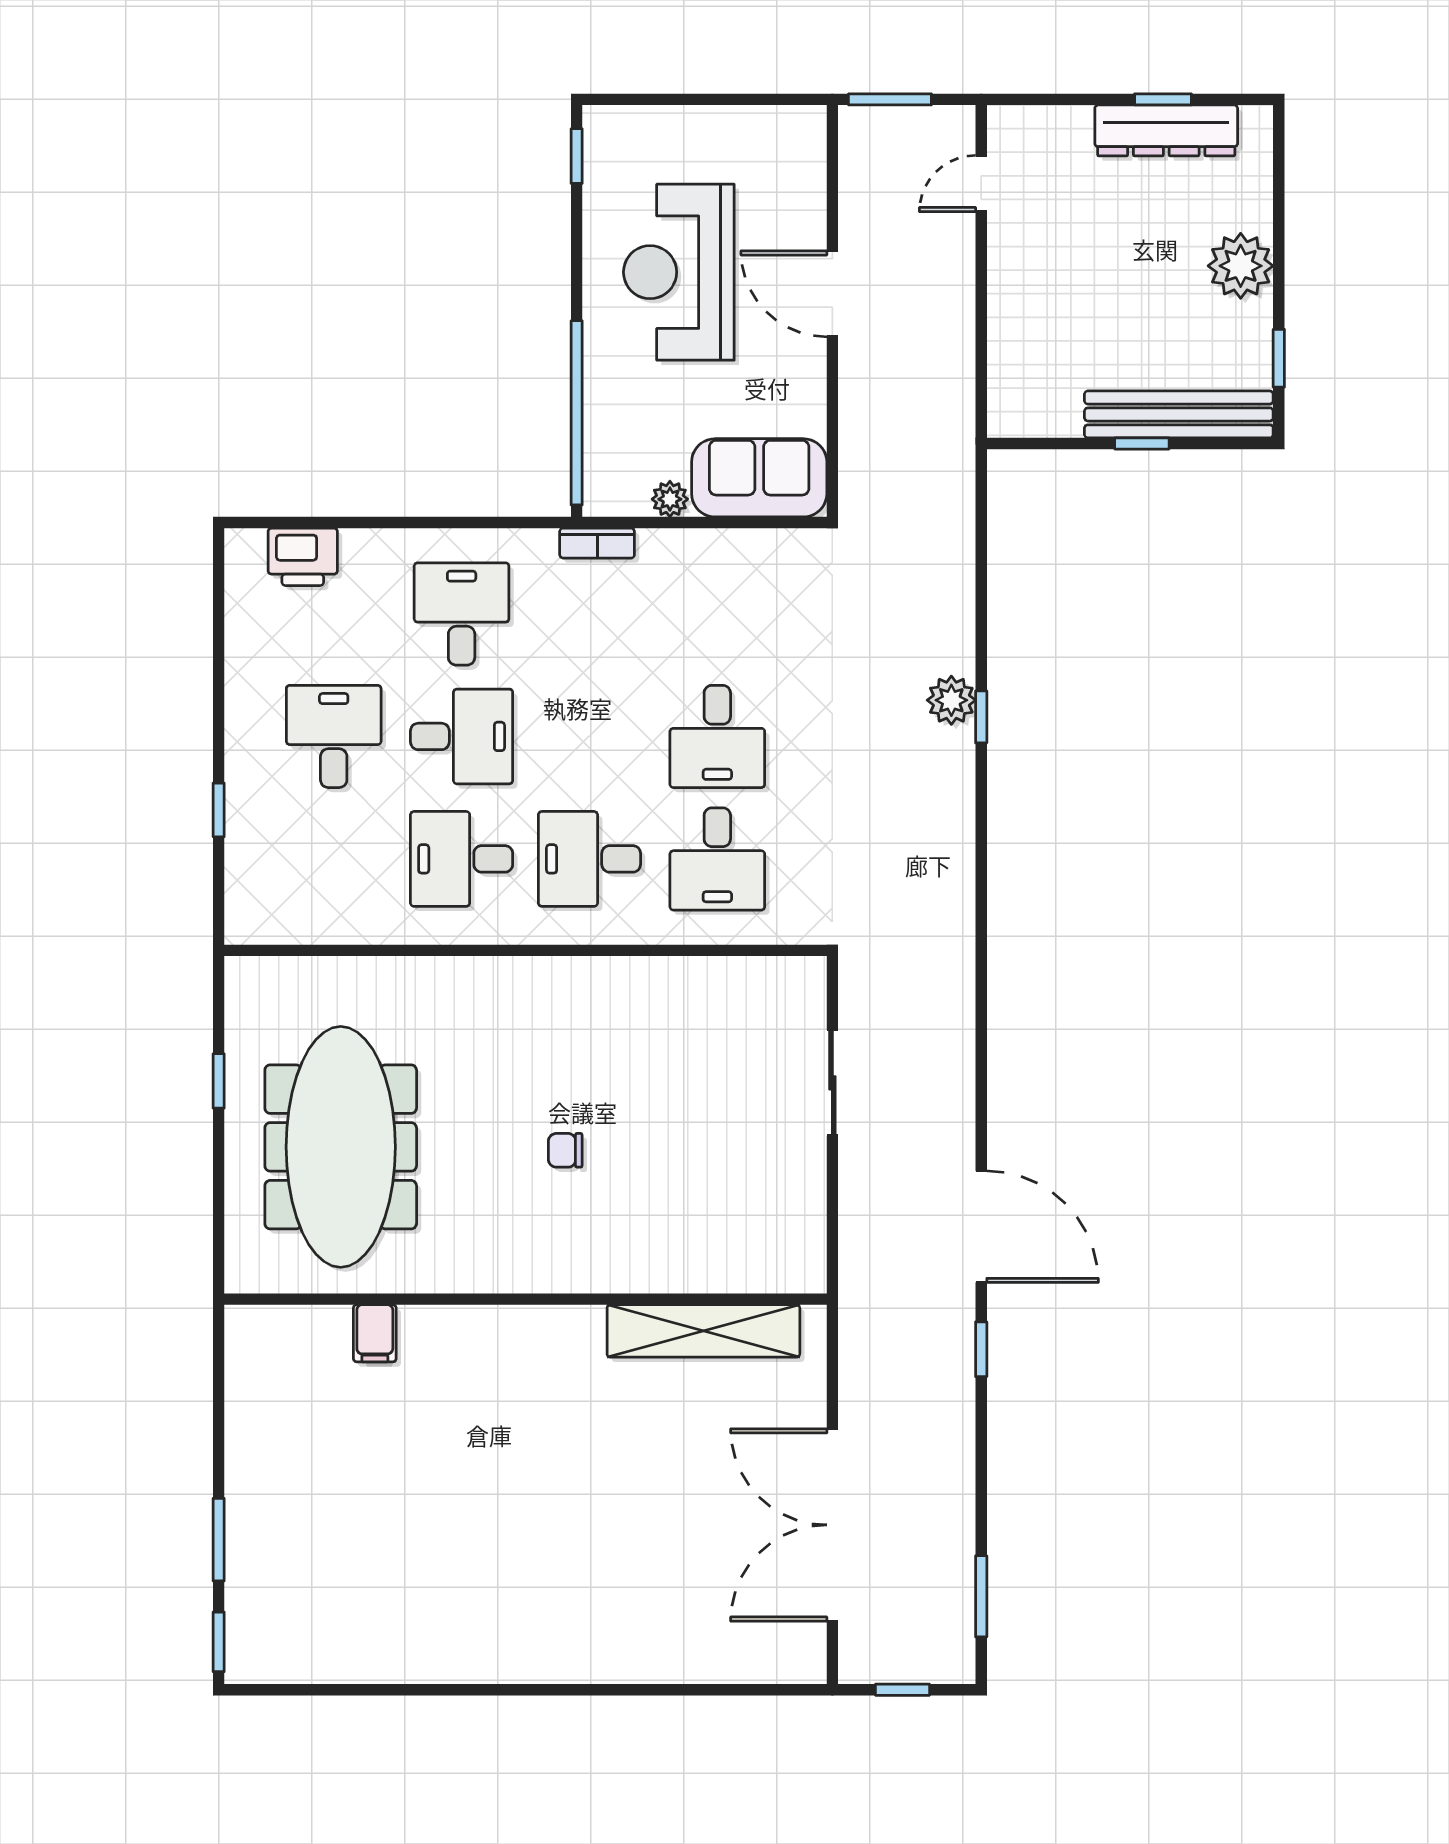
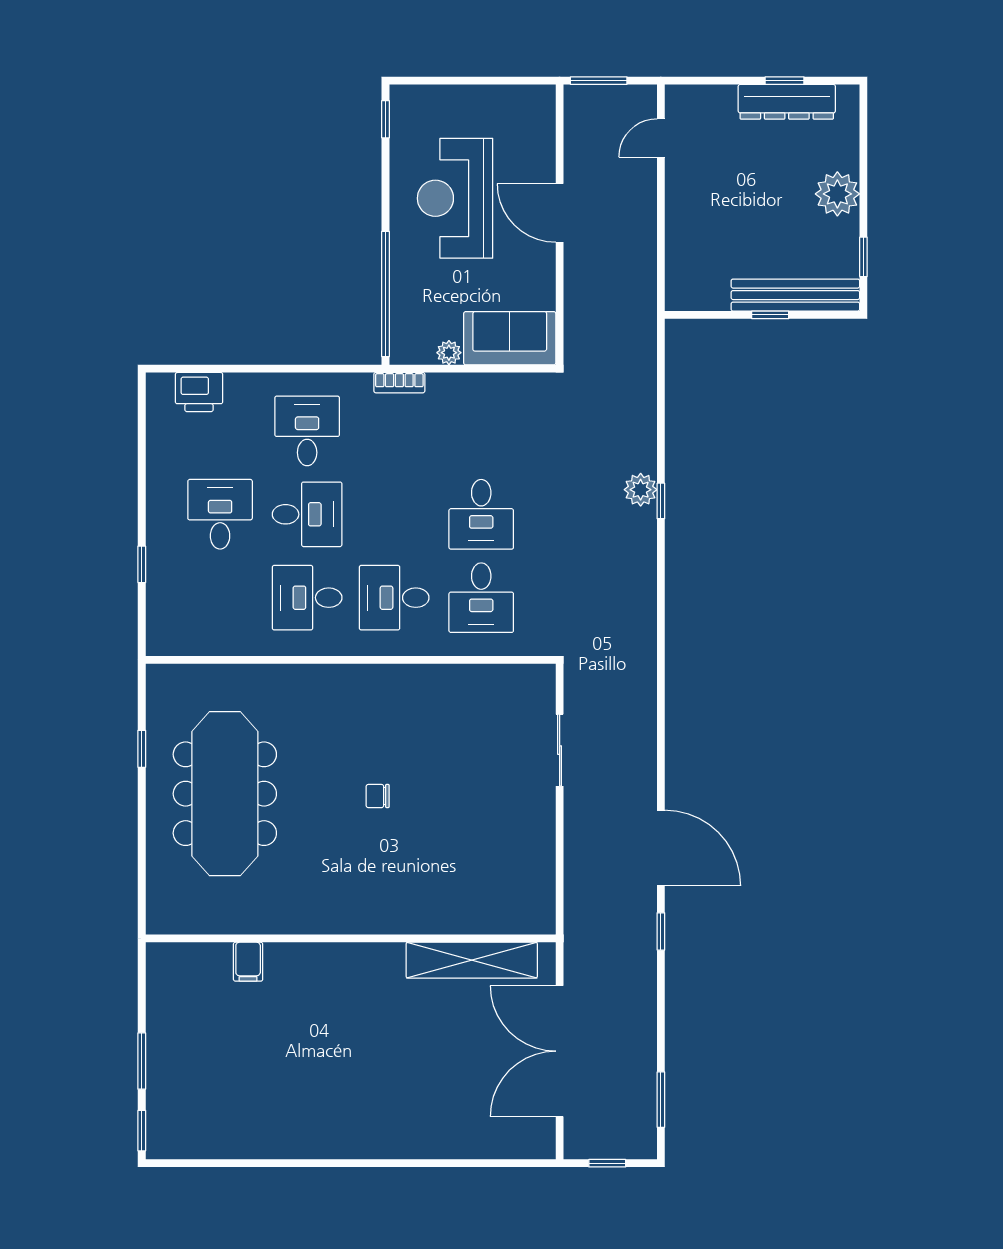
wall: (526, 1299) -> (351, 938), moved
shelving: (703, 1331) -> (472, 960), moved
filing cabinet: (375, 1333) -> (248, 962), moved

